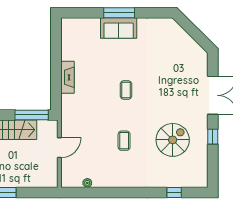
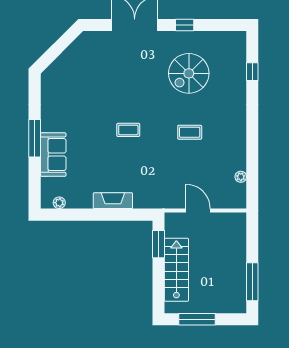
sofa: (119, 28) -> (53, 155), moved
plant: (66, 33) -> (59, 203), added
window: (32, 115) -> (159, 244), width x0.69
spiral stairs: (173, 140) -> (189, 73), turned -90

